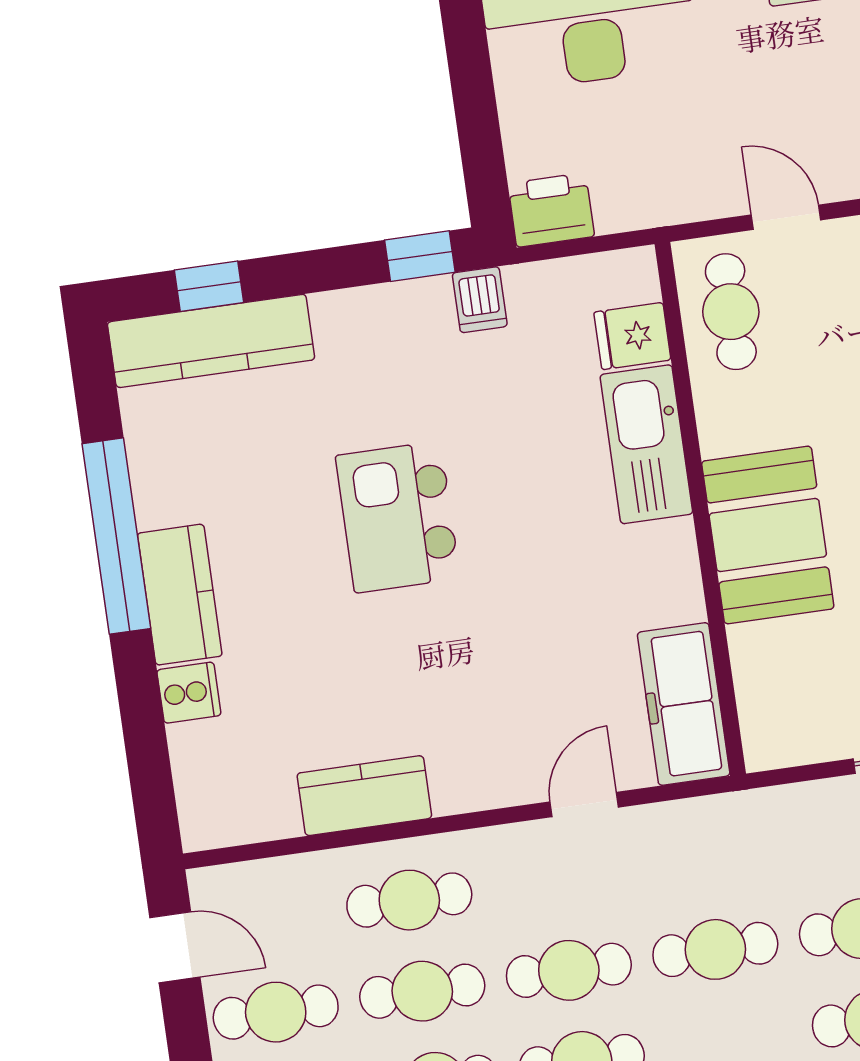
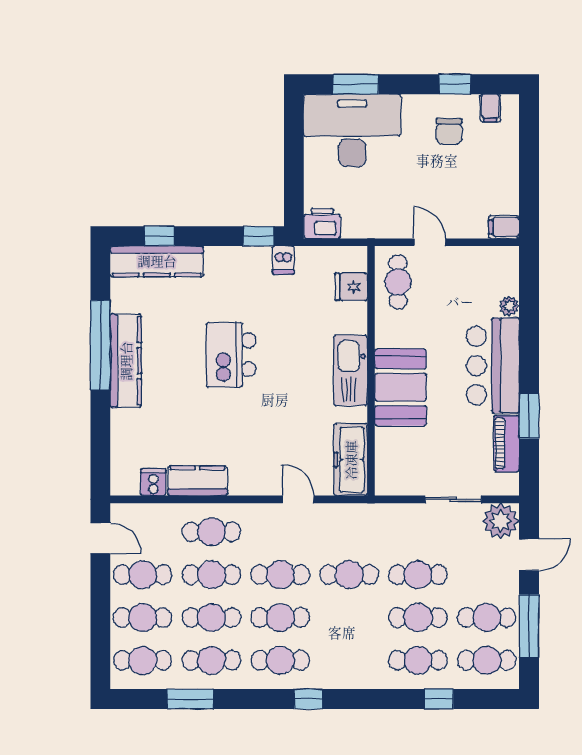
kitchen sink: (646, 444) -> (350, 370), moved
kitchen counter: (180, 595) -> (126, 361), width x1.50
cooker: (189, 693) -> (153, 482), moved, turned -90
door: (584, 805) -> (298, 499), hinge flipped

